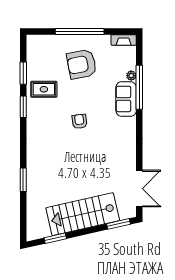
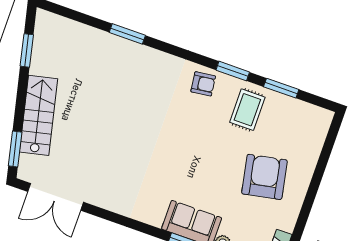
window: (80, 32) -> (313, 191), removed
armchair: (79, 121) -> (203, 84), moved
stairs: (83, 214) -> (39, 115), width x0.73, depth x0.66

